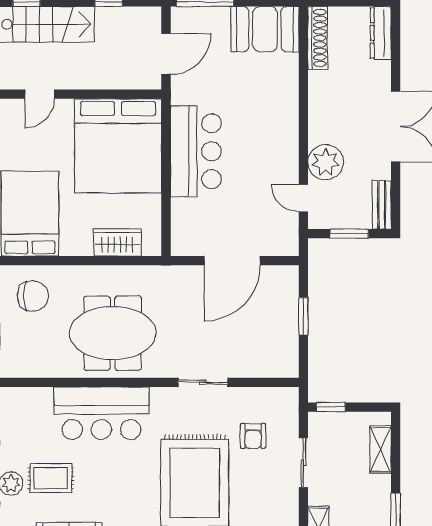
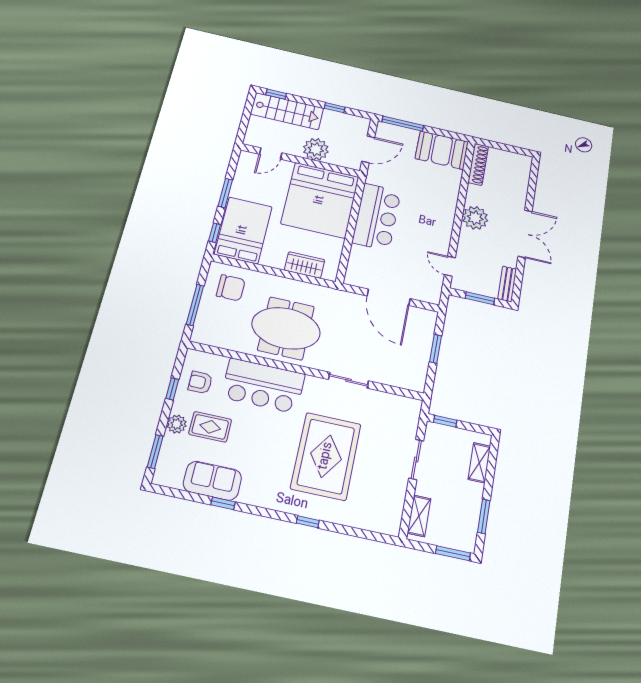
dresser: (381, 33) -> (523, 172), removed
plant: (97, 72) -> (316, 149), added
plant: (326, 162) -> (475, 218), moved
door: (232, 261) -> (389, 297), hinge flipped
armchair: (253, 436) -> (200, 382), moved, turned 90

